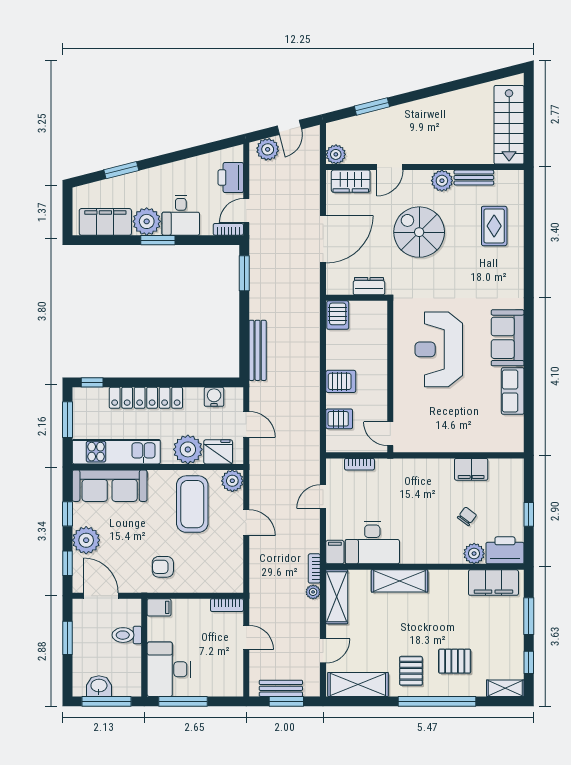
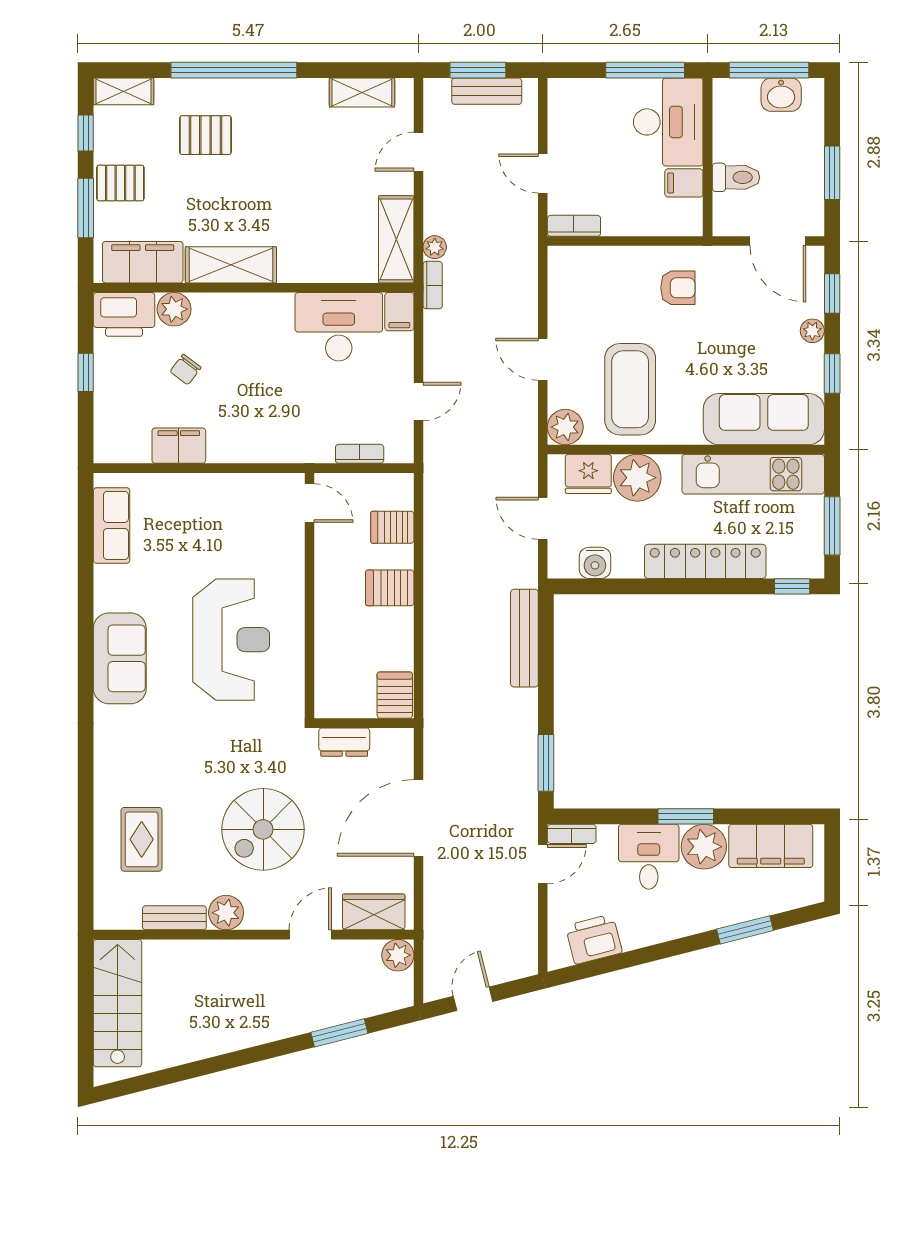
plant: (268, 149) -> (508, 963), removed
printer: (231, 178) -> (594, 939), moved, turned -104
spiral stairs: (419, 232) -> (263, 829), turned 90
row of seats: (513, 391) -> (112, 525), moved
plant: (86, 540) -> (812, 331), width x0.53, depth x0.53
shelving: (399, 581) -> (231, 265), moved
filing cabinet: (159, 607) -> (684, 183), moved
pallet: (411, 671) -> (120, 183), moved, turned 90
shelving: (358, 684) -> (362, 92), width x0.67, depth x0.75

